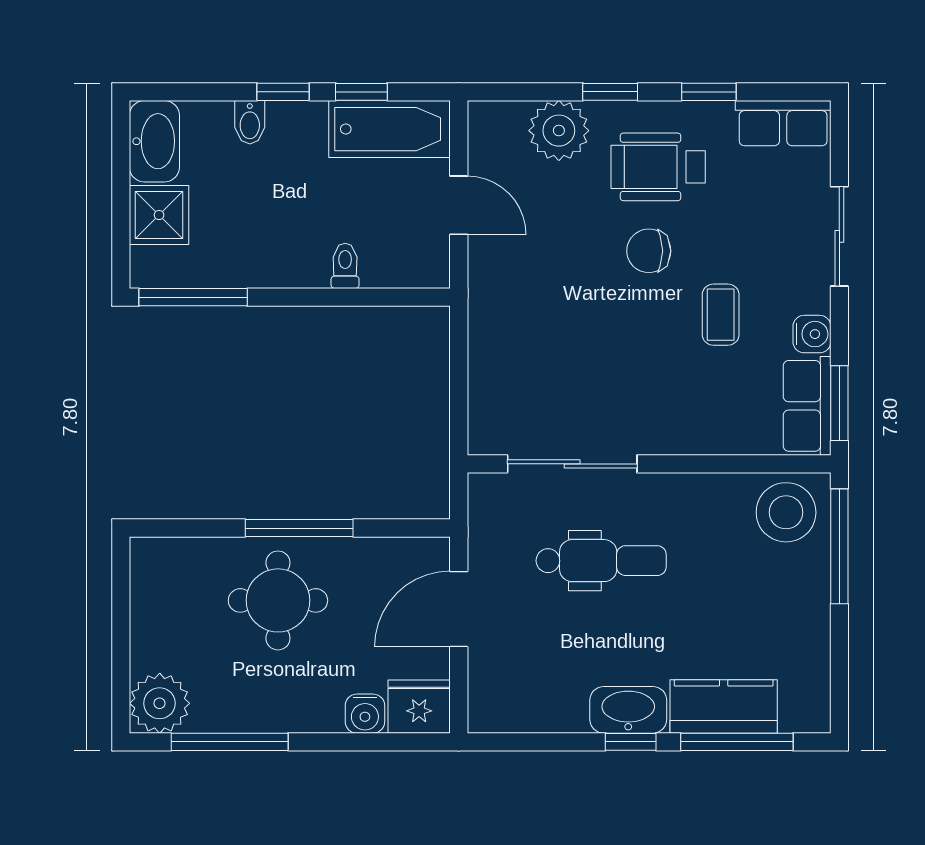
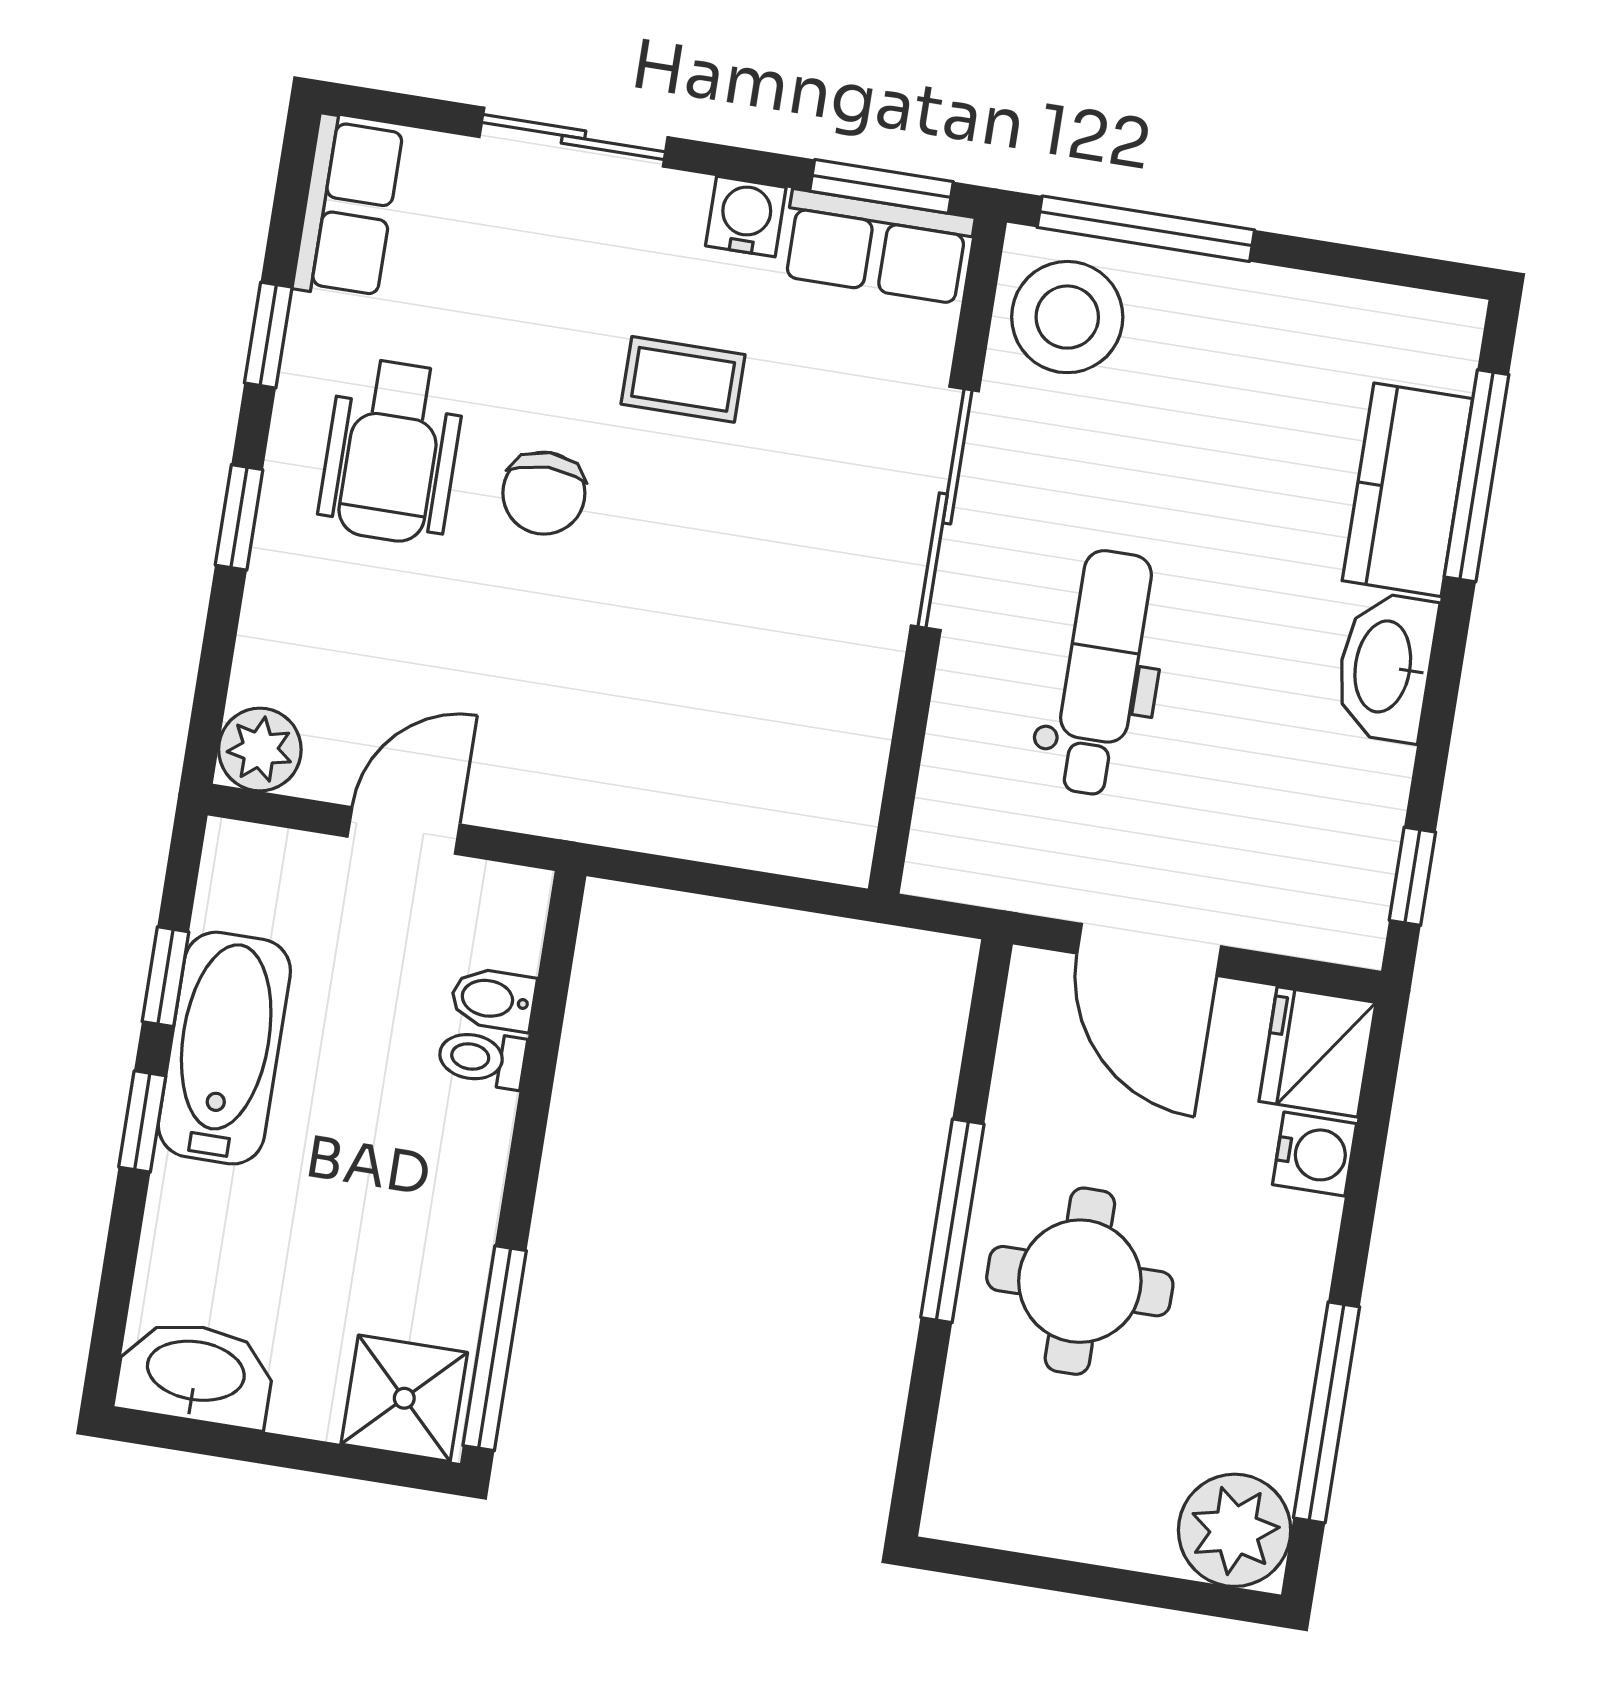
bidet: (250, 122) -> (493, 999), moved, turned 180
bathtub: (390, 129) -> (224, 1048), moved
plant: (559, 131) -> (260, 749), moved, width x0.73, depth x0.73
shower: (159, 215) -> (404, 1398), moved
sliding door: (572, 464) -> (945, 508), moved
window: (631, 742) -> (1412, 876), moved

